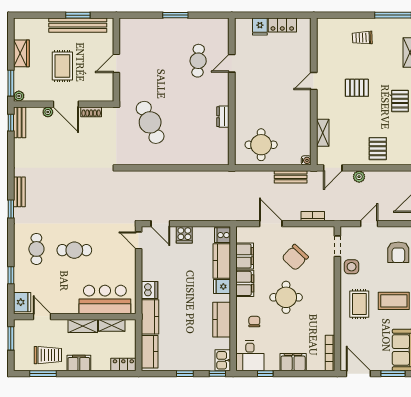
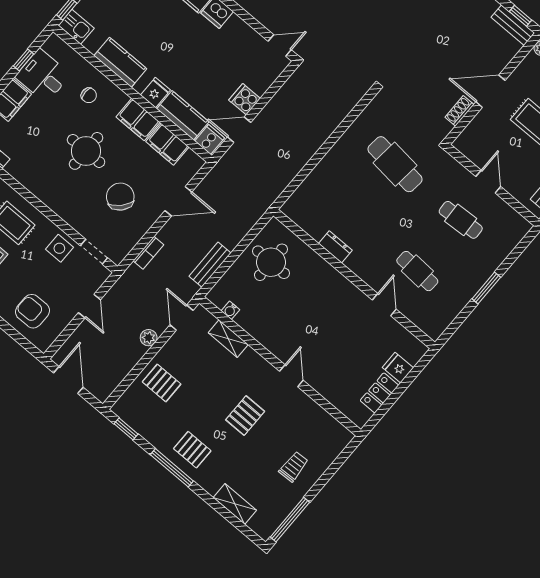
cafe table: (150, 61) -> (461, 220), added
plant: (48, 112) -> (498, 65), removed
cafe table: (150, 122) -> (395, 164), turned 30
water cooler: (306, 160) -> (230, 310), moved
door: (160, 224) -> (239, 130), moved
desk: (250, 356) -> (43, 76), moved

